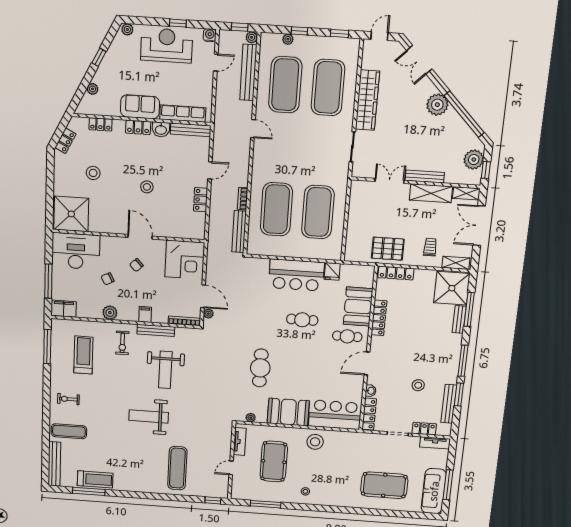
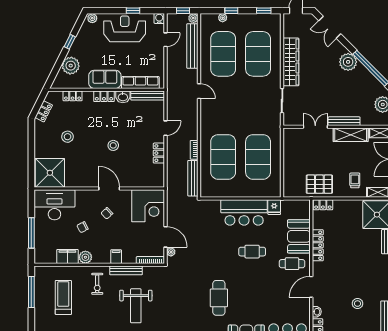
plant: (93, 89) -> (71, 66), width x1.88, depth x1.88
locker: (396, 273) -> (323, 205), width x0.66
filing cabinet: (64, 309) -> (67, 256), moved

